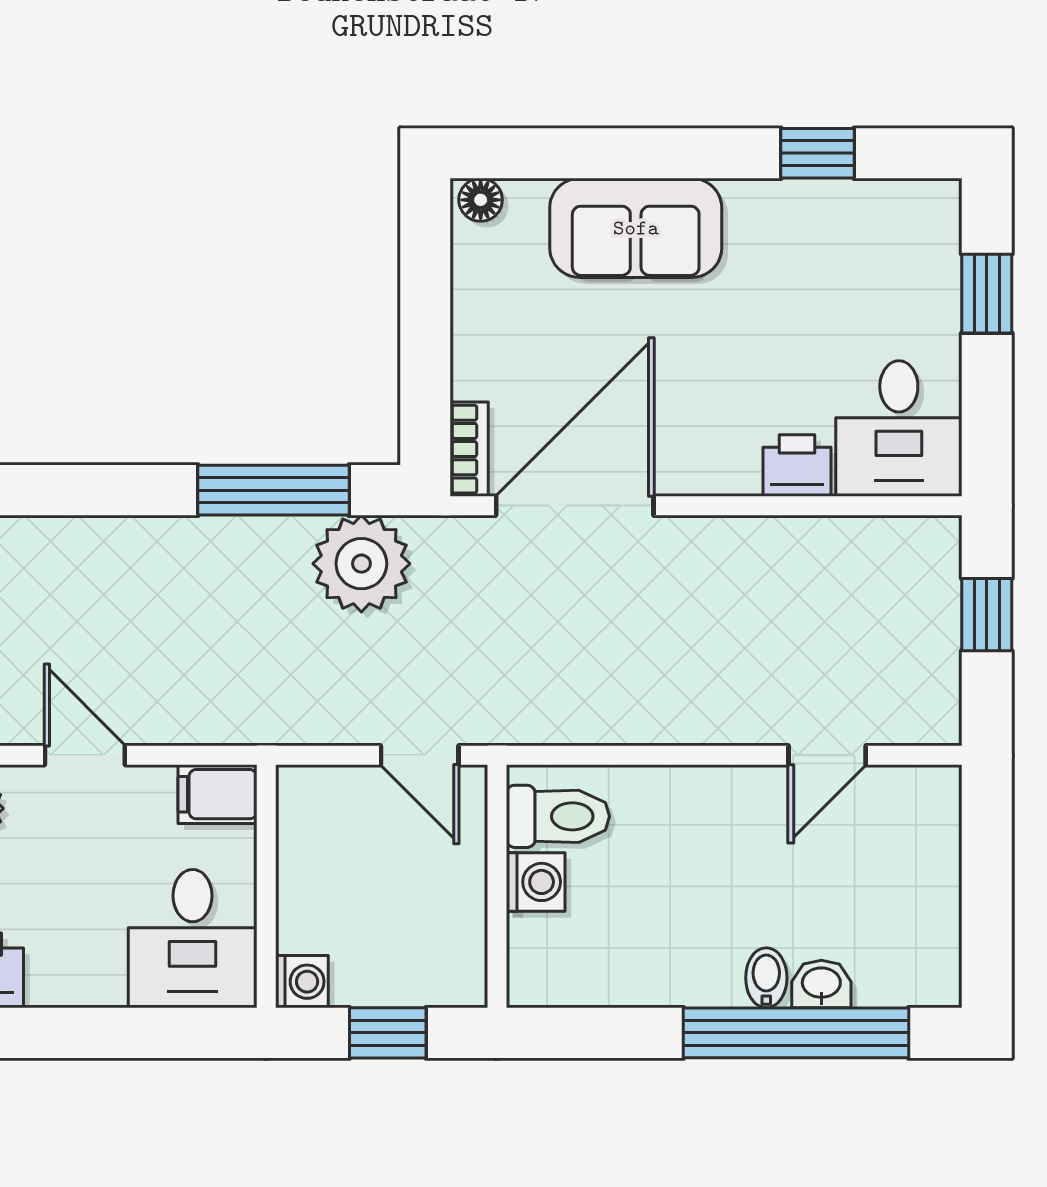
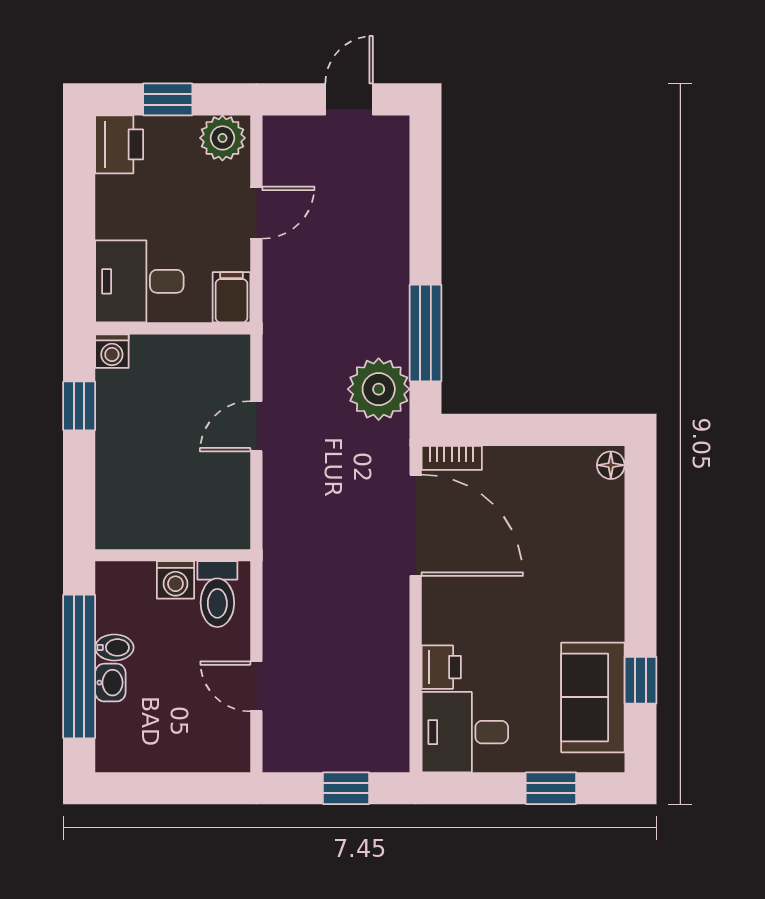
sofa: (636, 228) -> (593, 697), moved
toilet: (558, 816) -> (217, 594), moved
washing machine: (536, 882) -> (175, 580), moved
wall: (497, 886) -> (173, 555), moved

